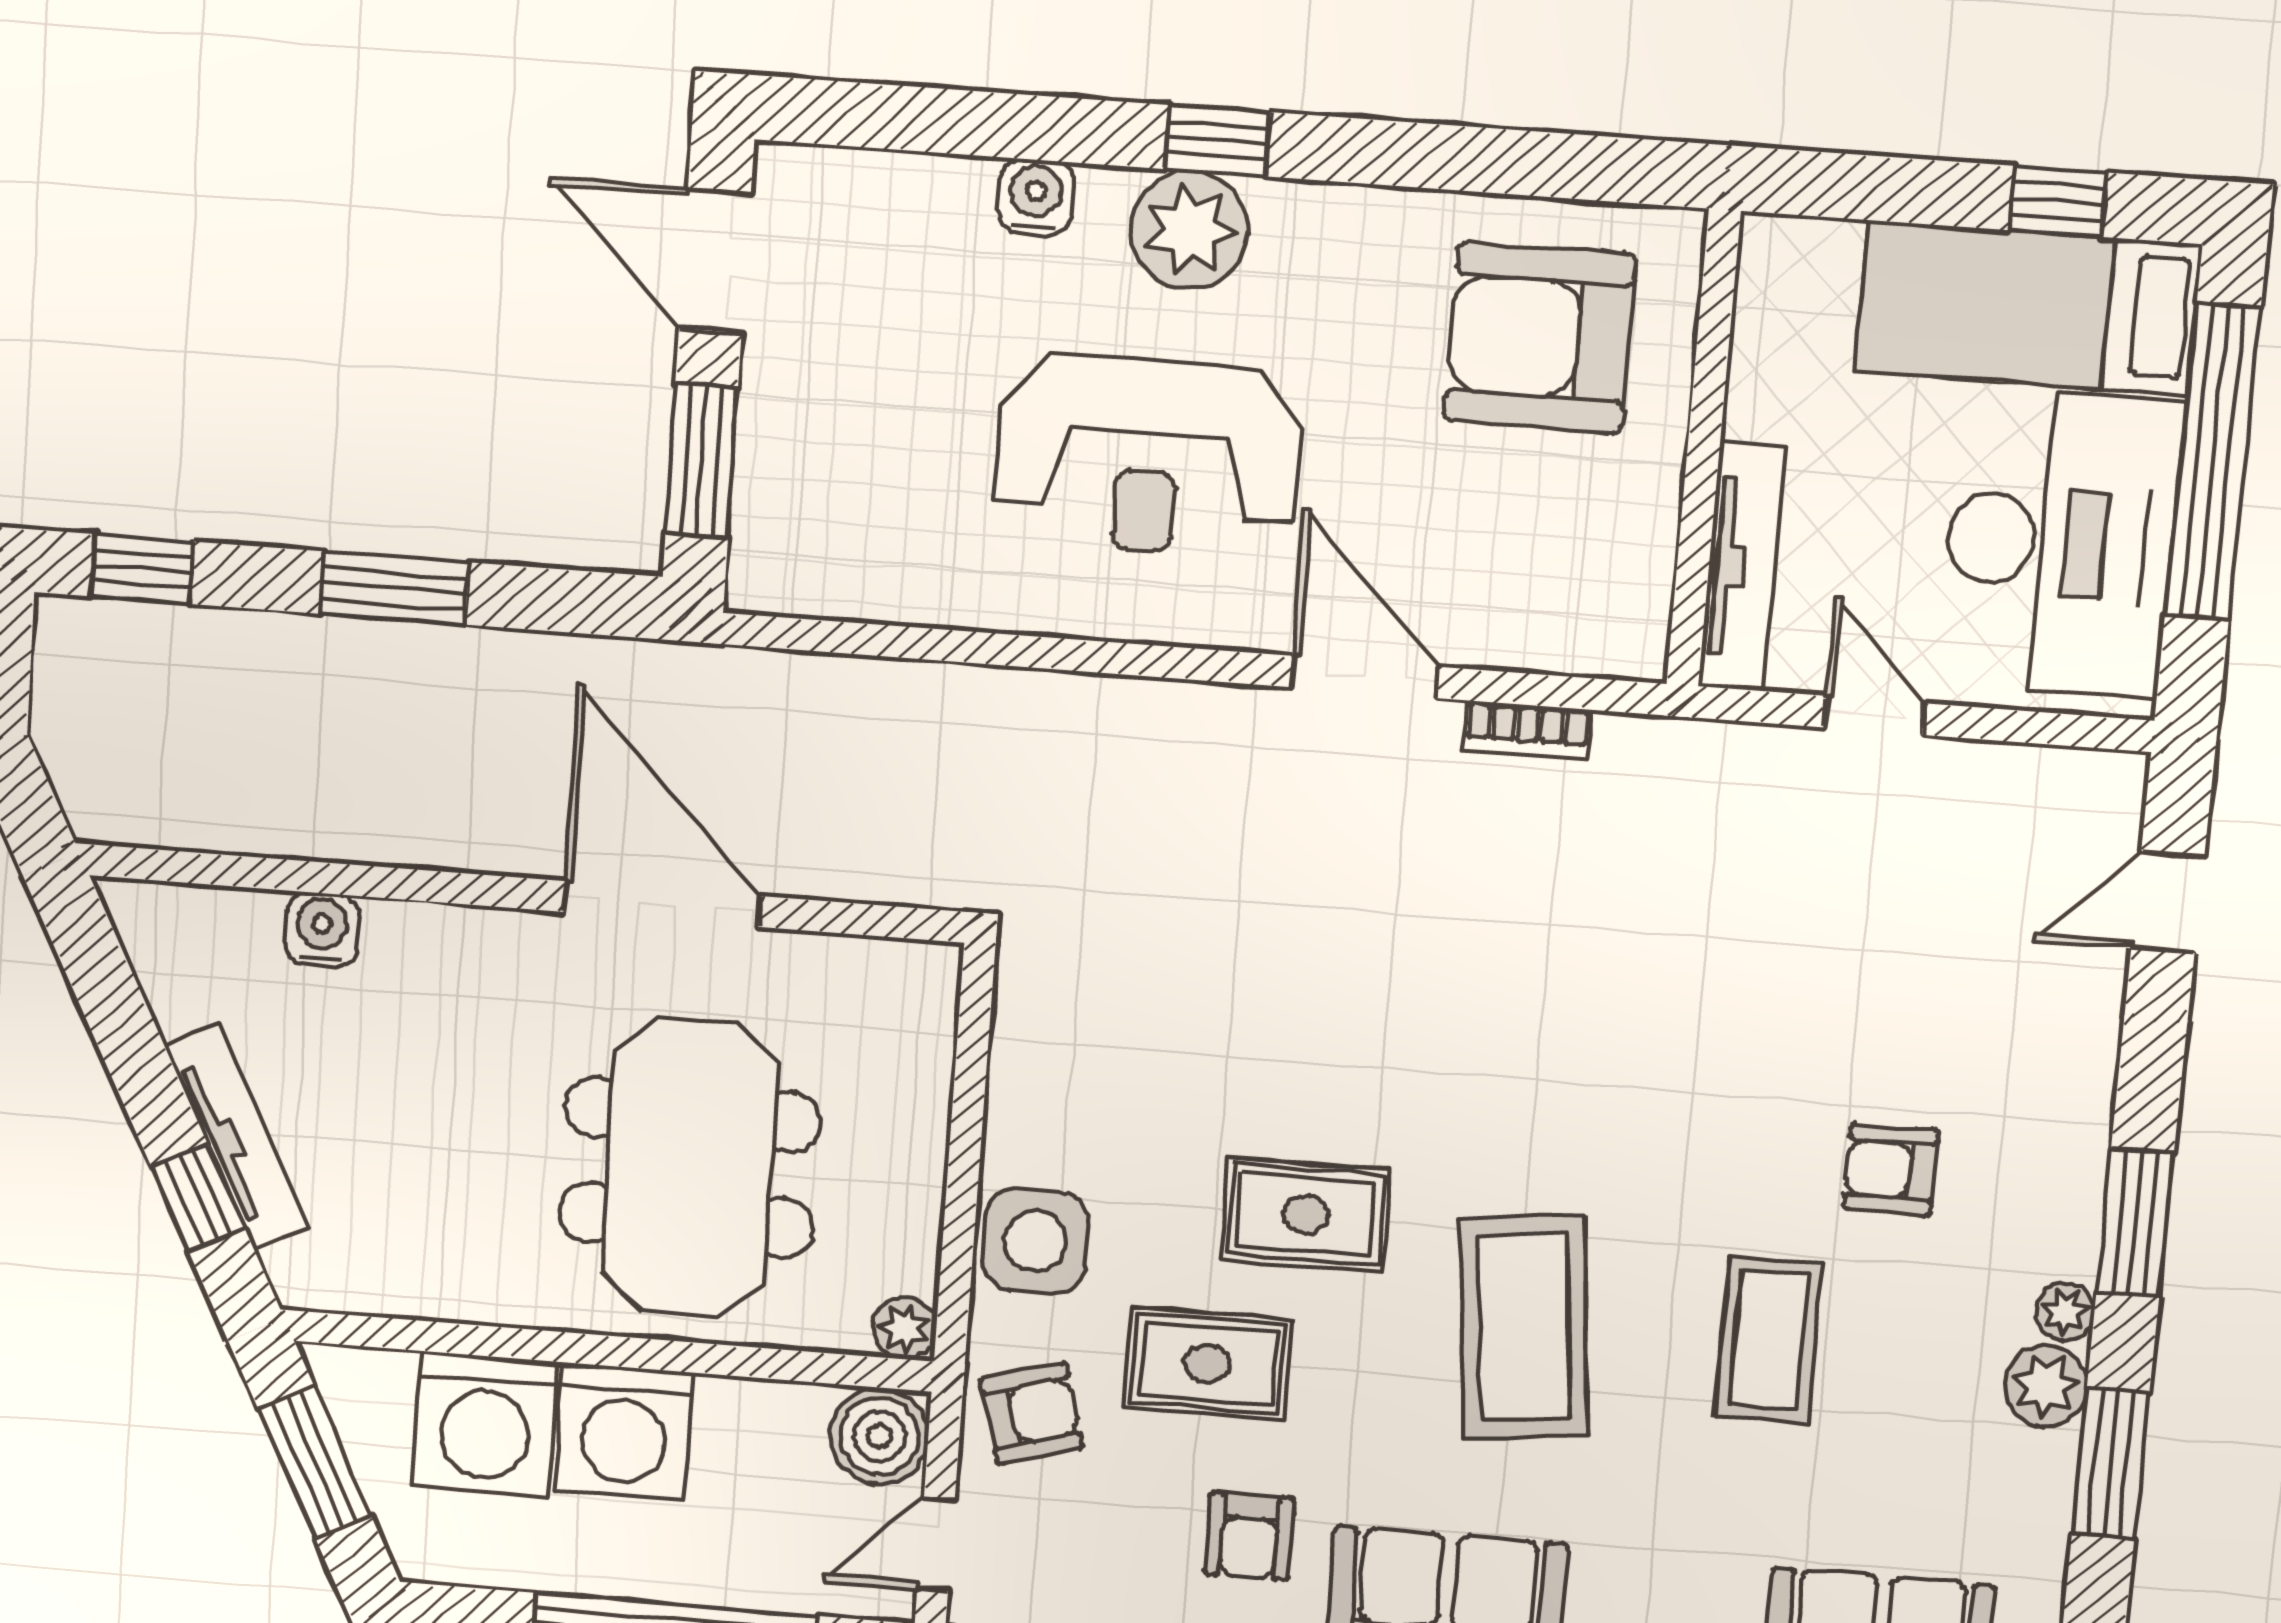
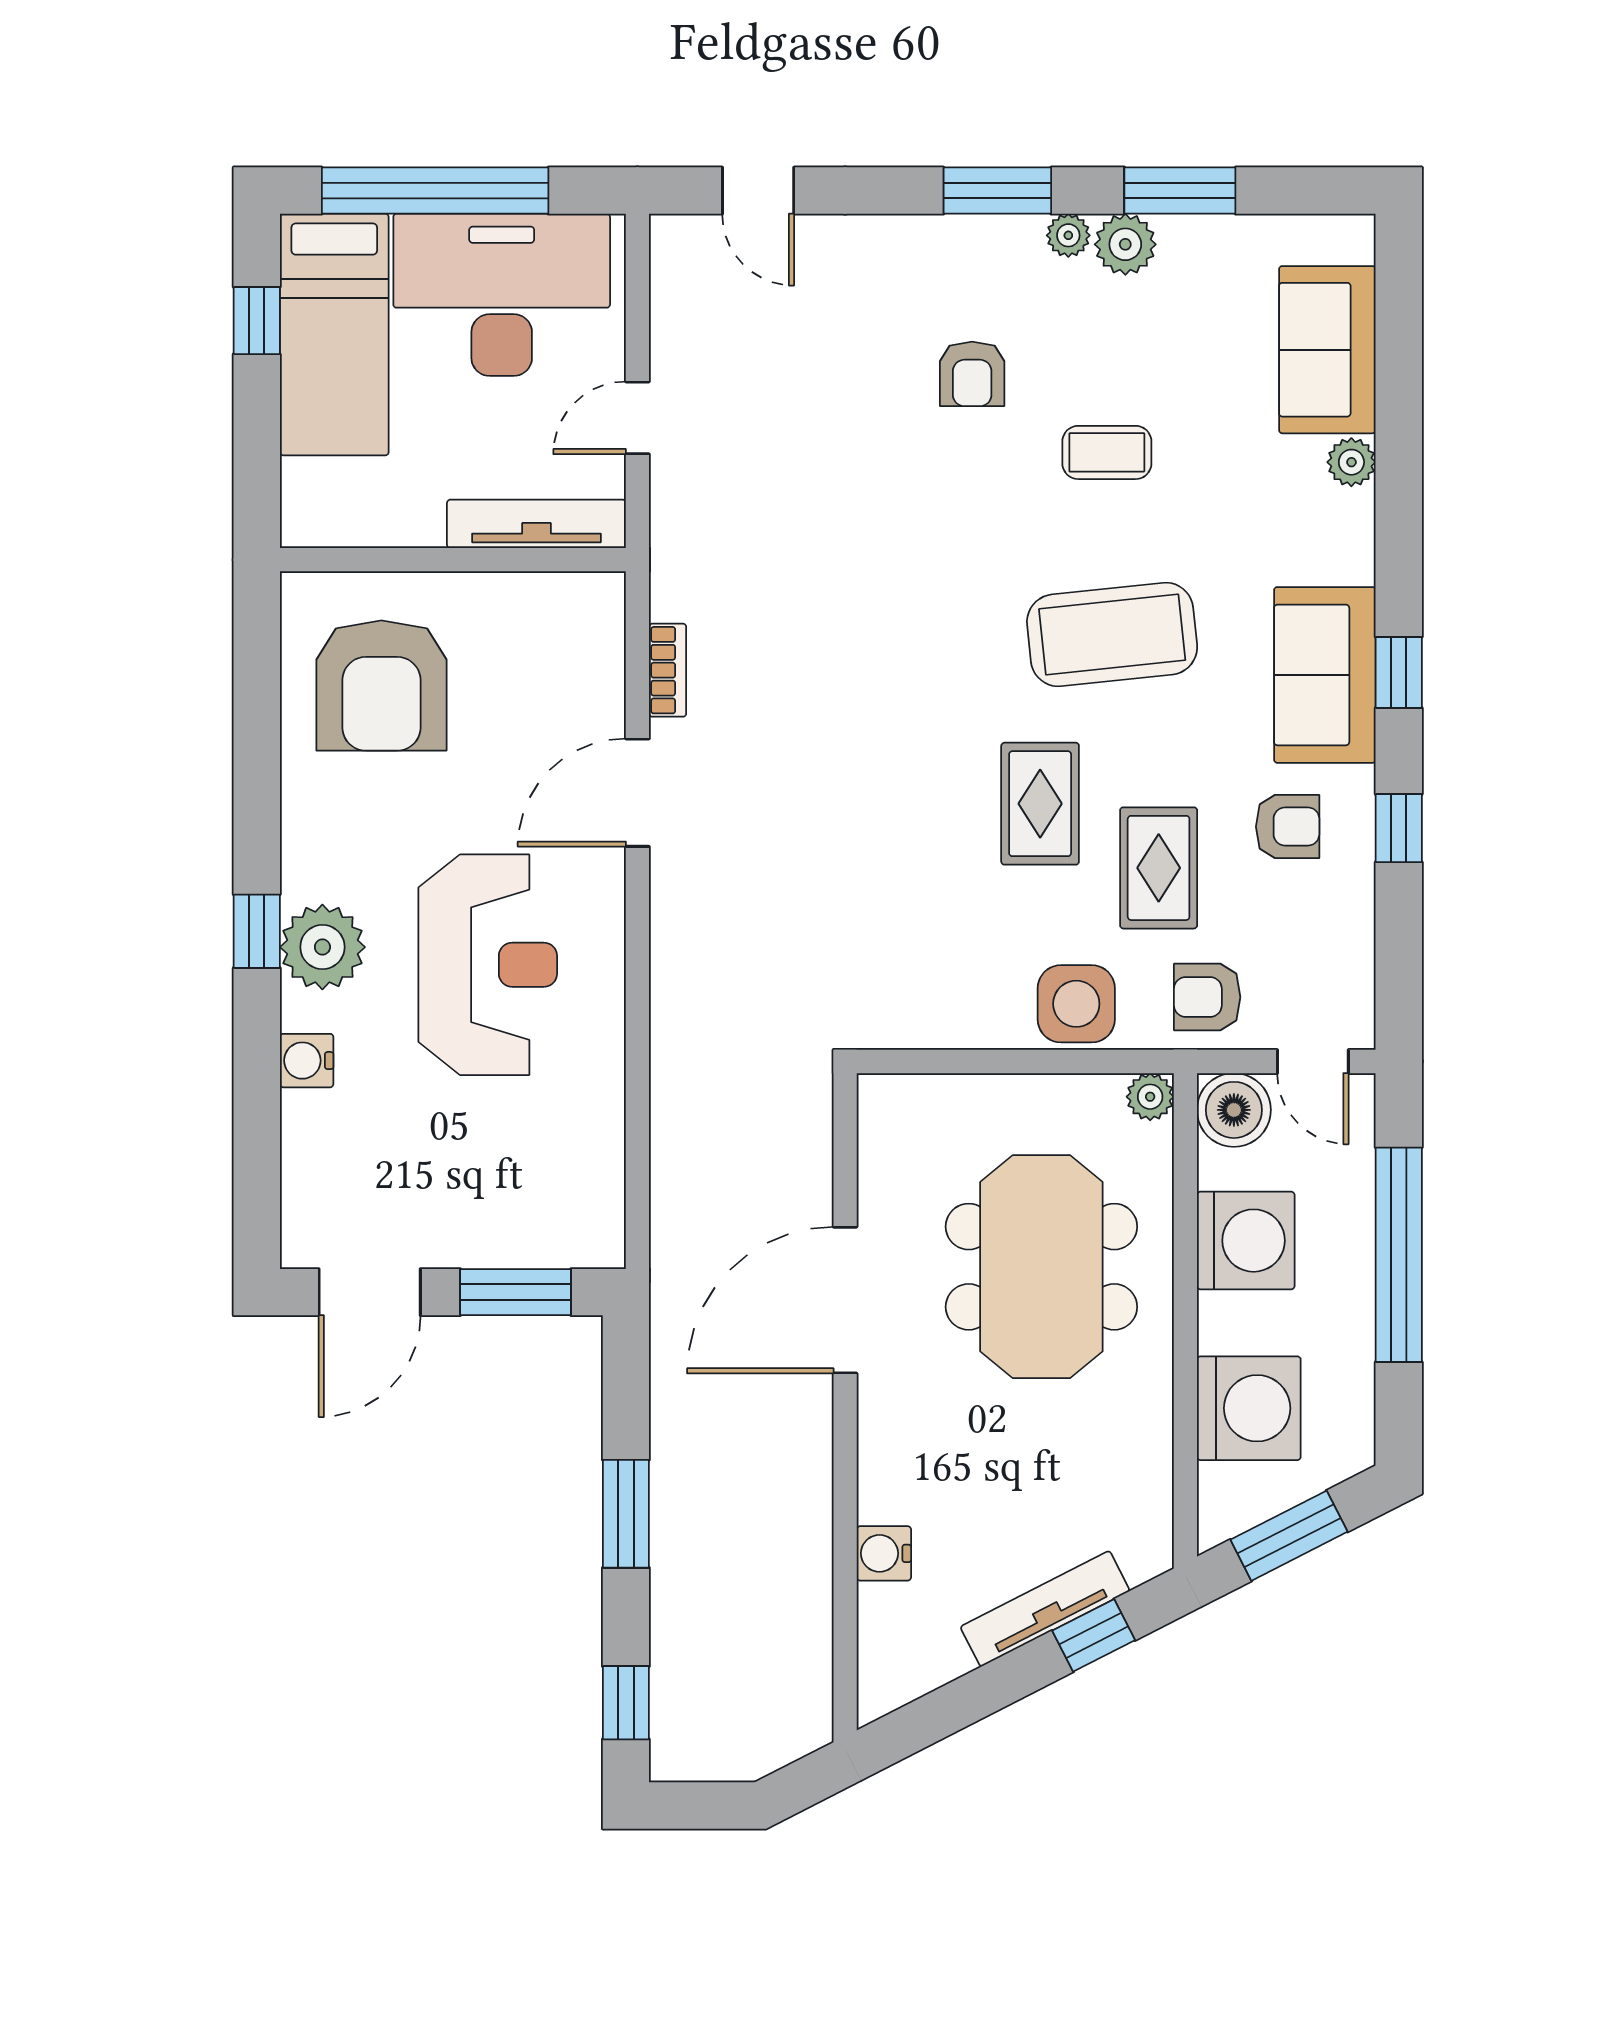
meeting table: (689, 1168) -> (1041, 1267), turned 90
coffee table: (1768, 1340) -> (1107, 452), width x0.73, depth x0.77
armchair: (1031, 1413) -> (1207, 997), turned -74
washing machine: (624, 1431) -> (1246, 1241), moved

